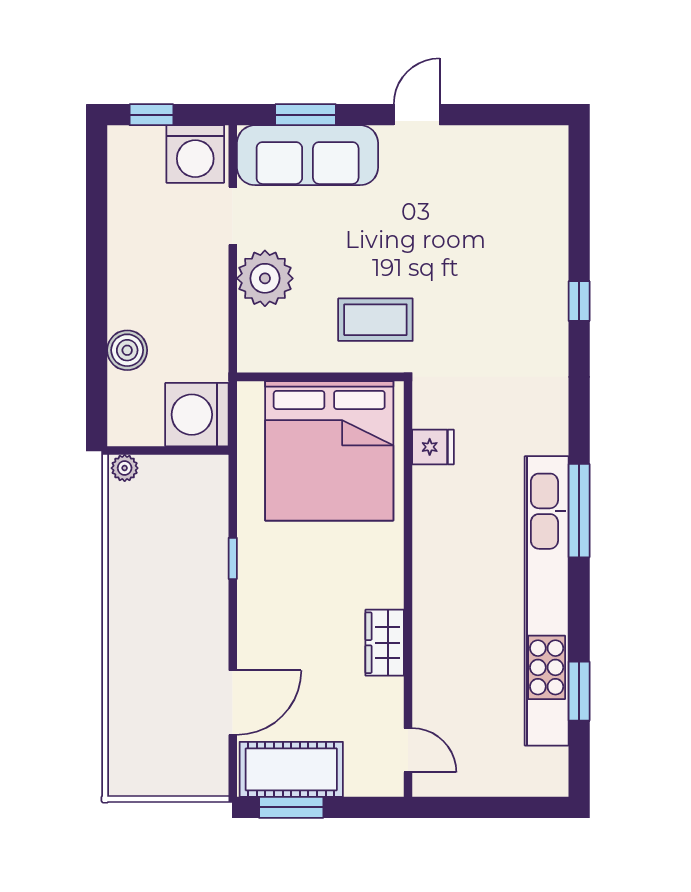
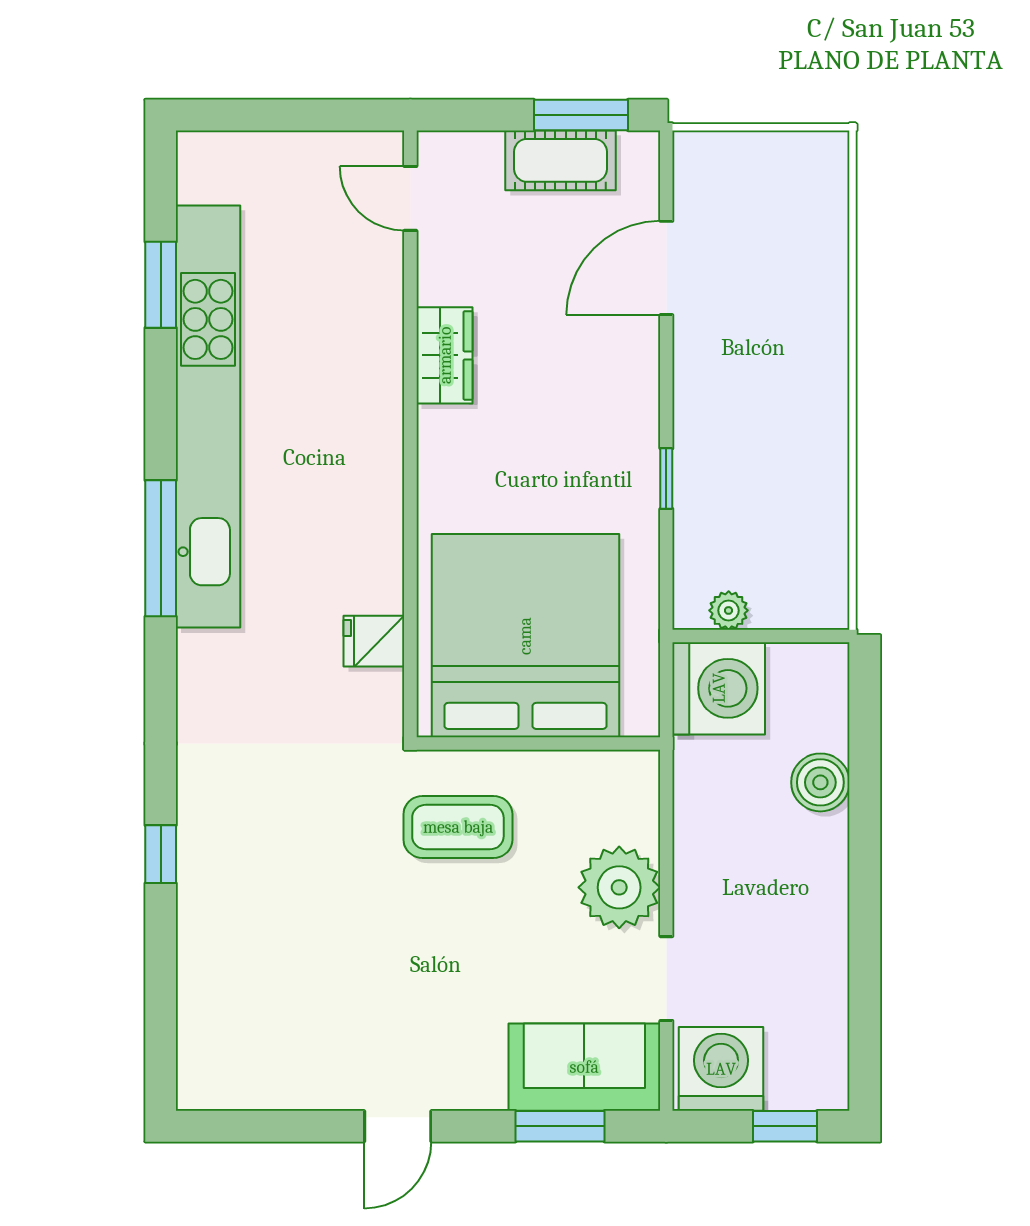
sofa: (308, 155) -> (584, 1067), width x0.73
plant: (125, 468) -> (729, 610), moved
cot: (291, 769) -> (560, 160), width x0.73, depth x0.75

